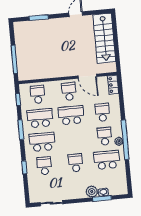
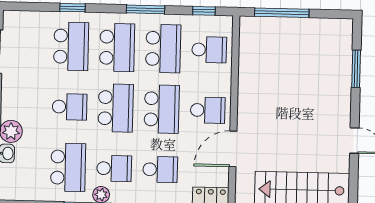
school desk: (73, 139) -> (116, 108), added
school desk: (44, 166) -> (71, 46), width x1.85

